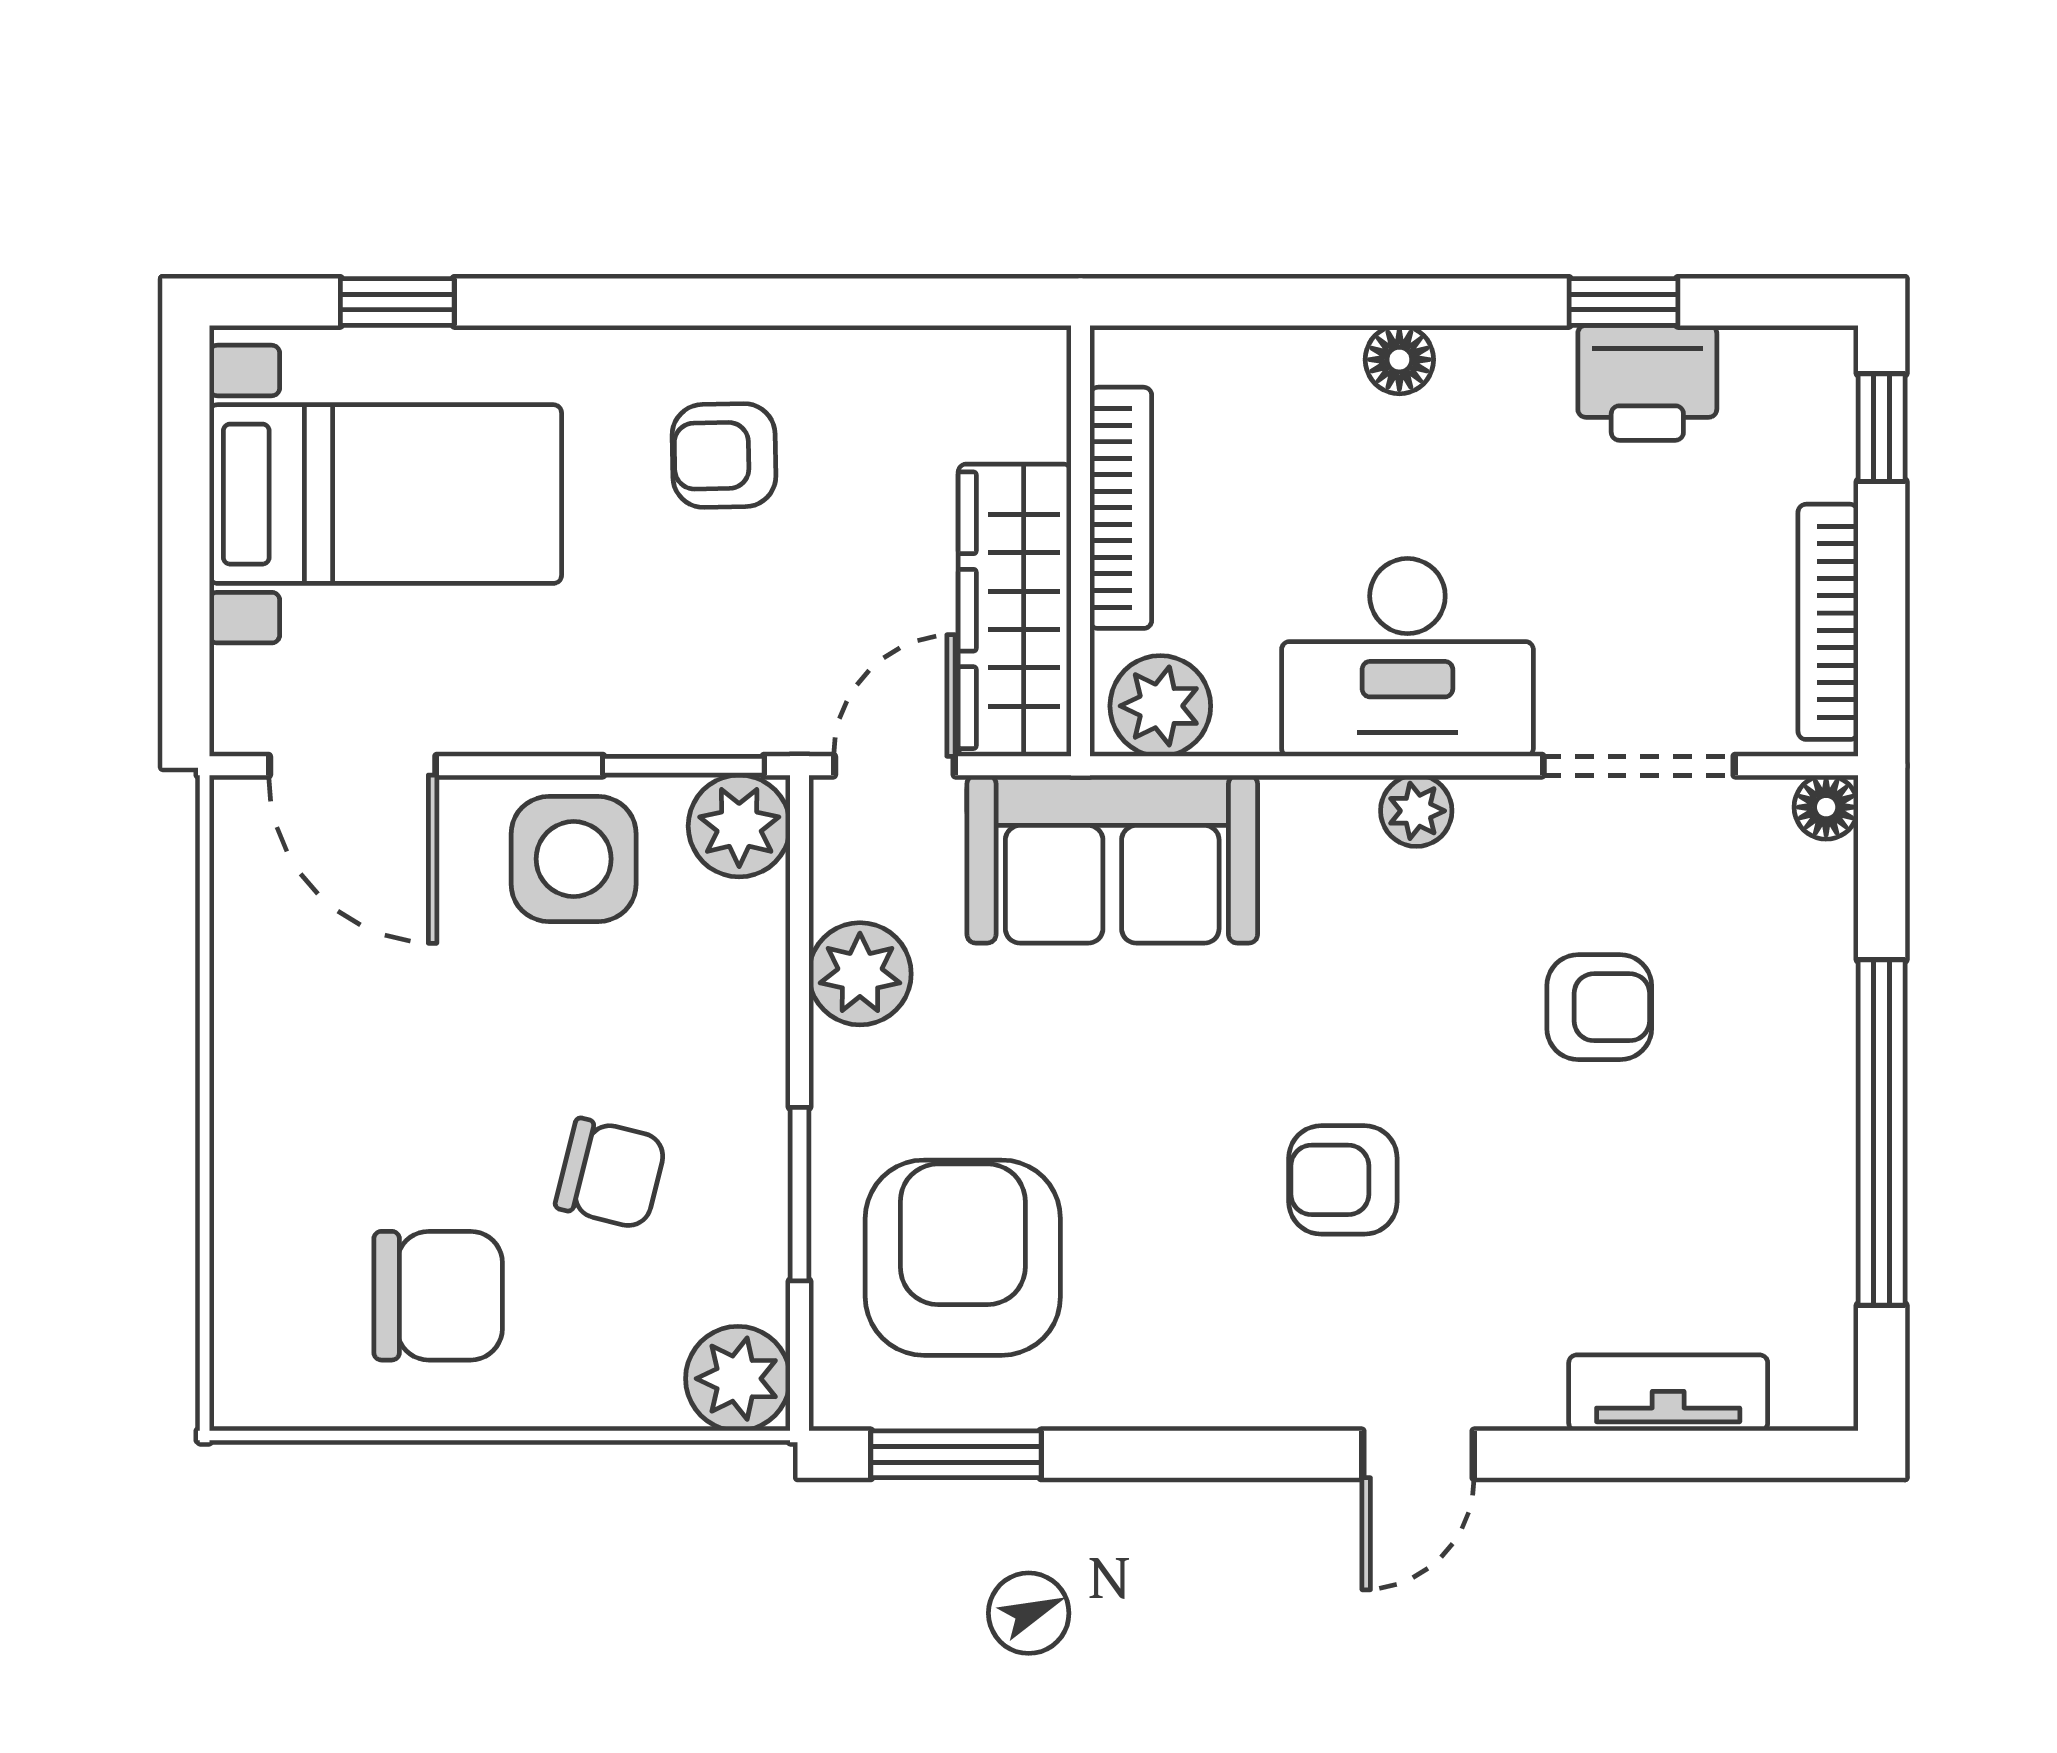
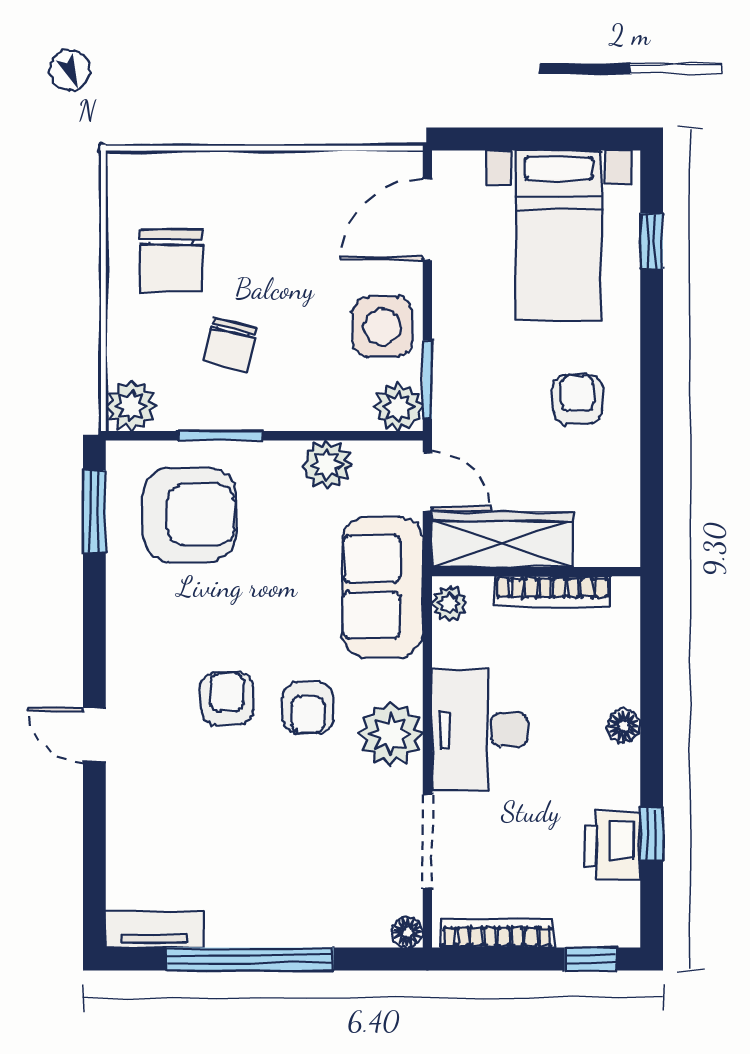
plant: (1160, 706) -> (450, 604), width x0.73, depth x0.73
plant: (1416, 811) -> (390, 734), width x1.87, depth x1.87
armchair: (1599, 1007) -> (308, 708), moved
tv unit: (1668, 1393) -> (154, 929), moved, turned -90

